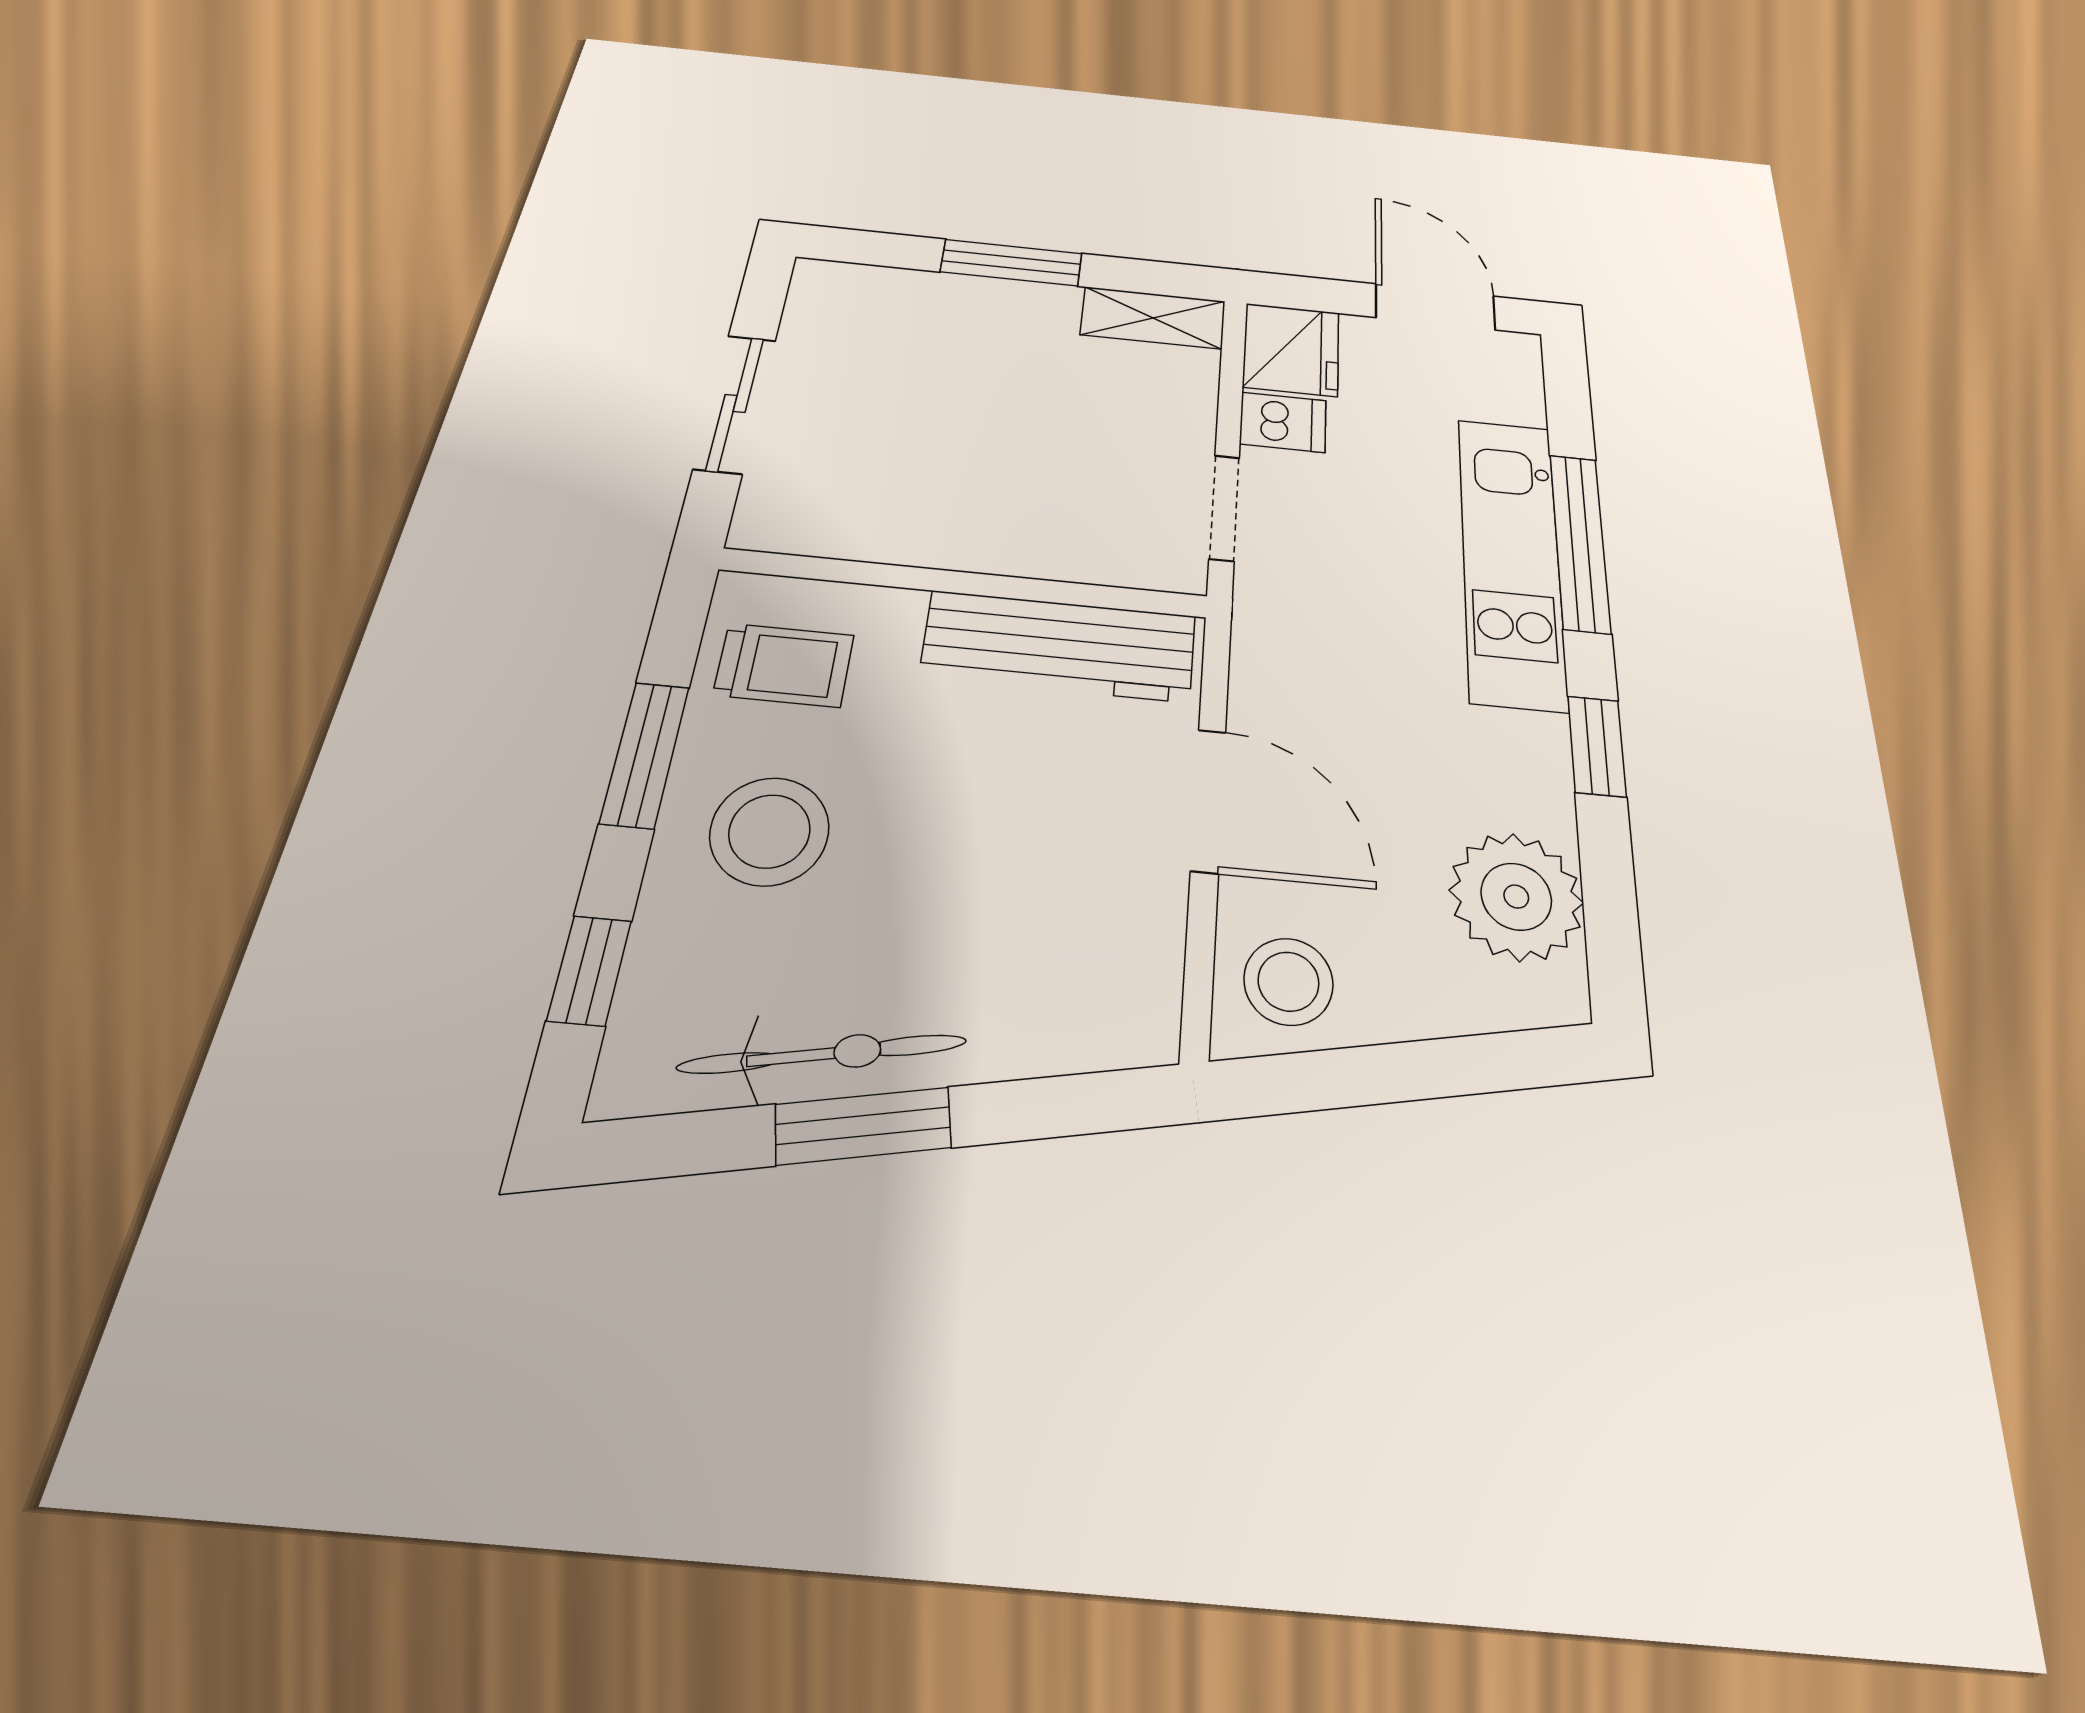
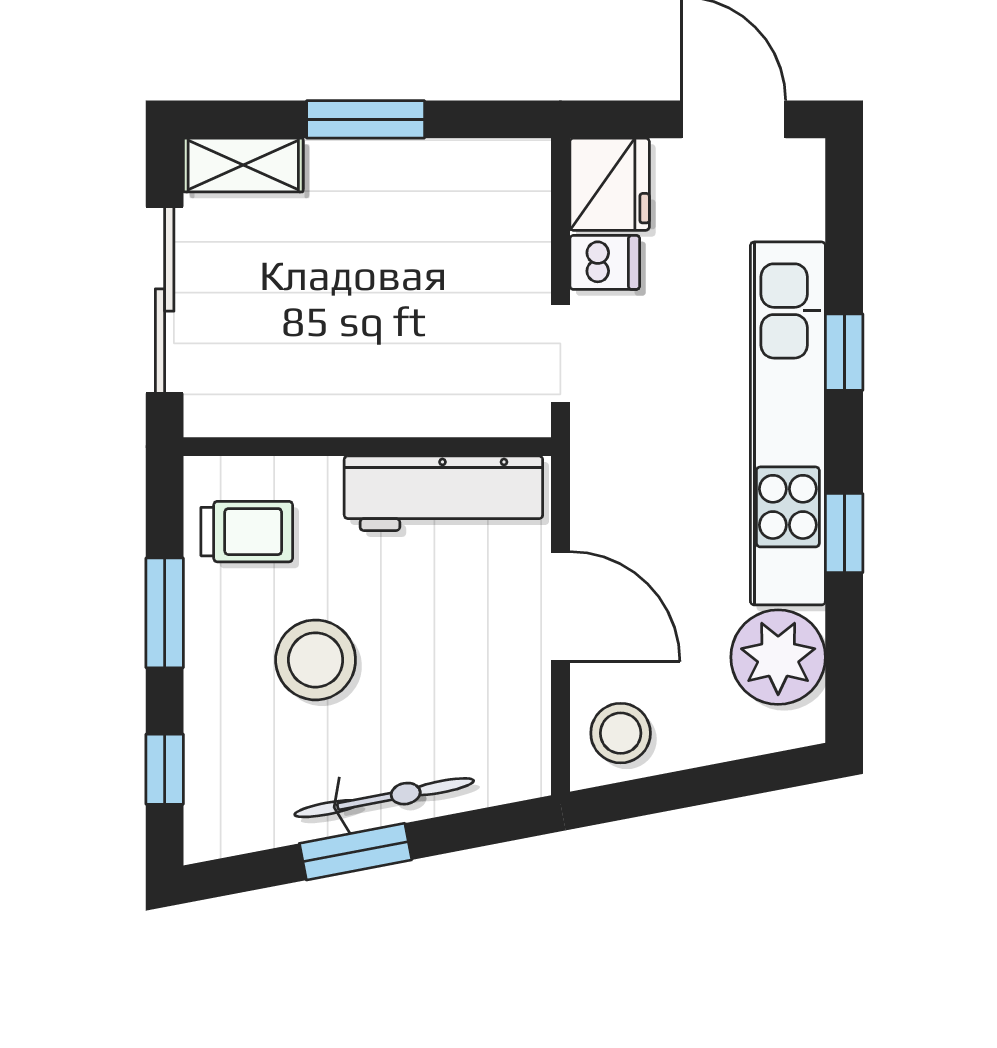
shelving: (1153, 318) -> (243, 165), moved
sliding door: (735, 403) -> (165, 300), width x1.37
window: (1580, 542) -> (844, 352), width x0.46
kitchen unit: (1511, 559) -> (788, 423), width x1.36
stool: (769, 831) -> (316, 660), moved
bicycle: (823, 1054) -> (384, 798), moved

